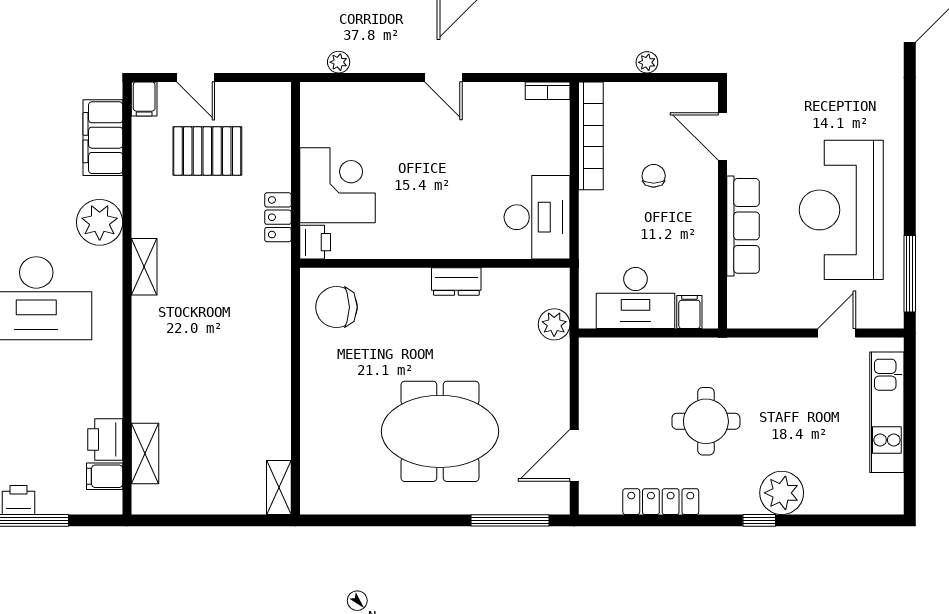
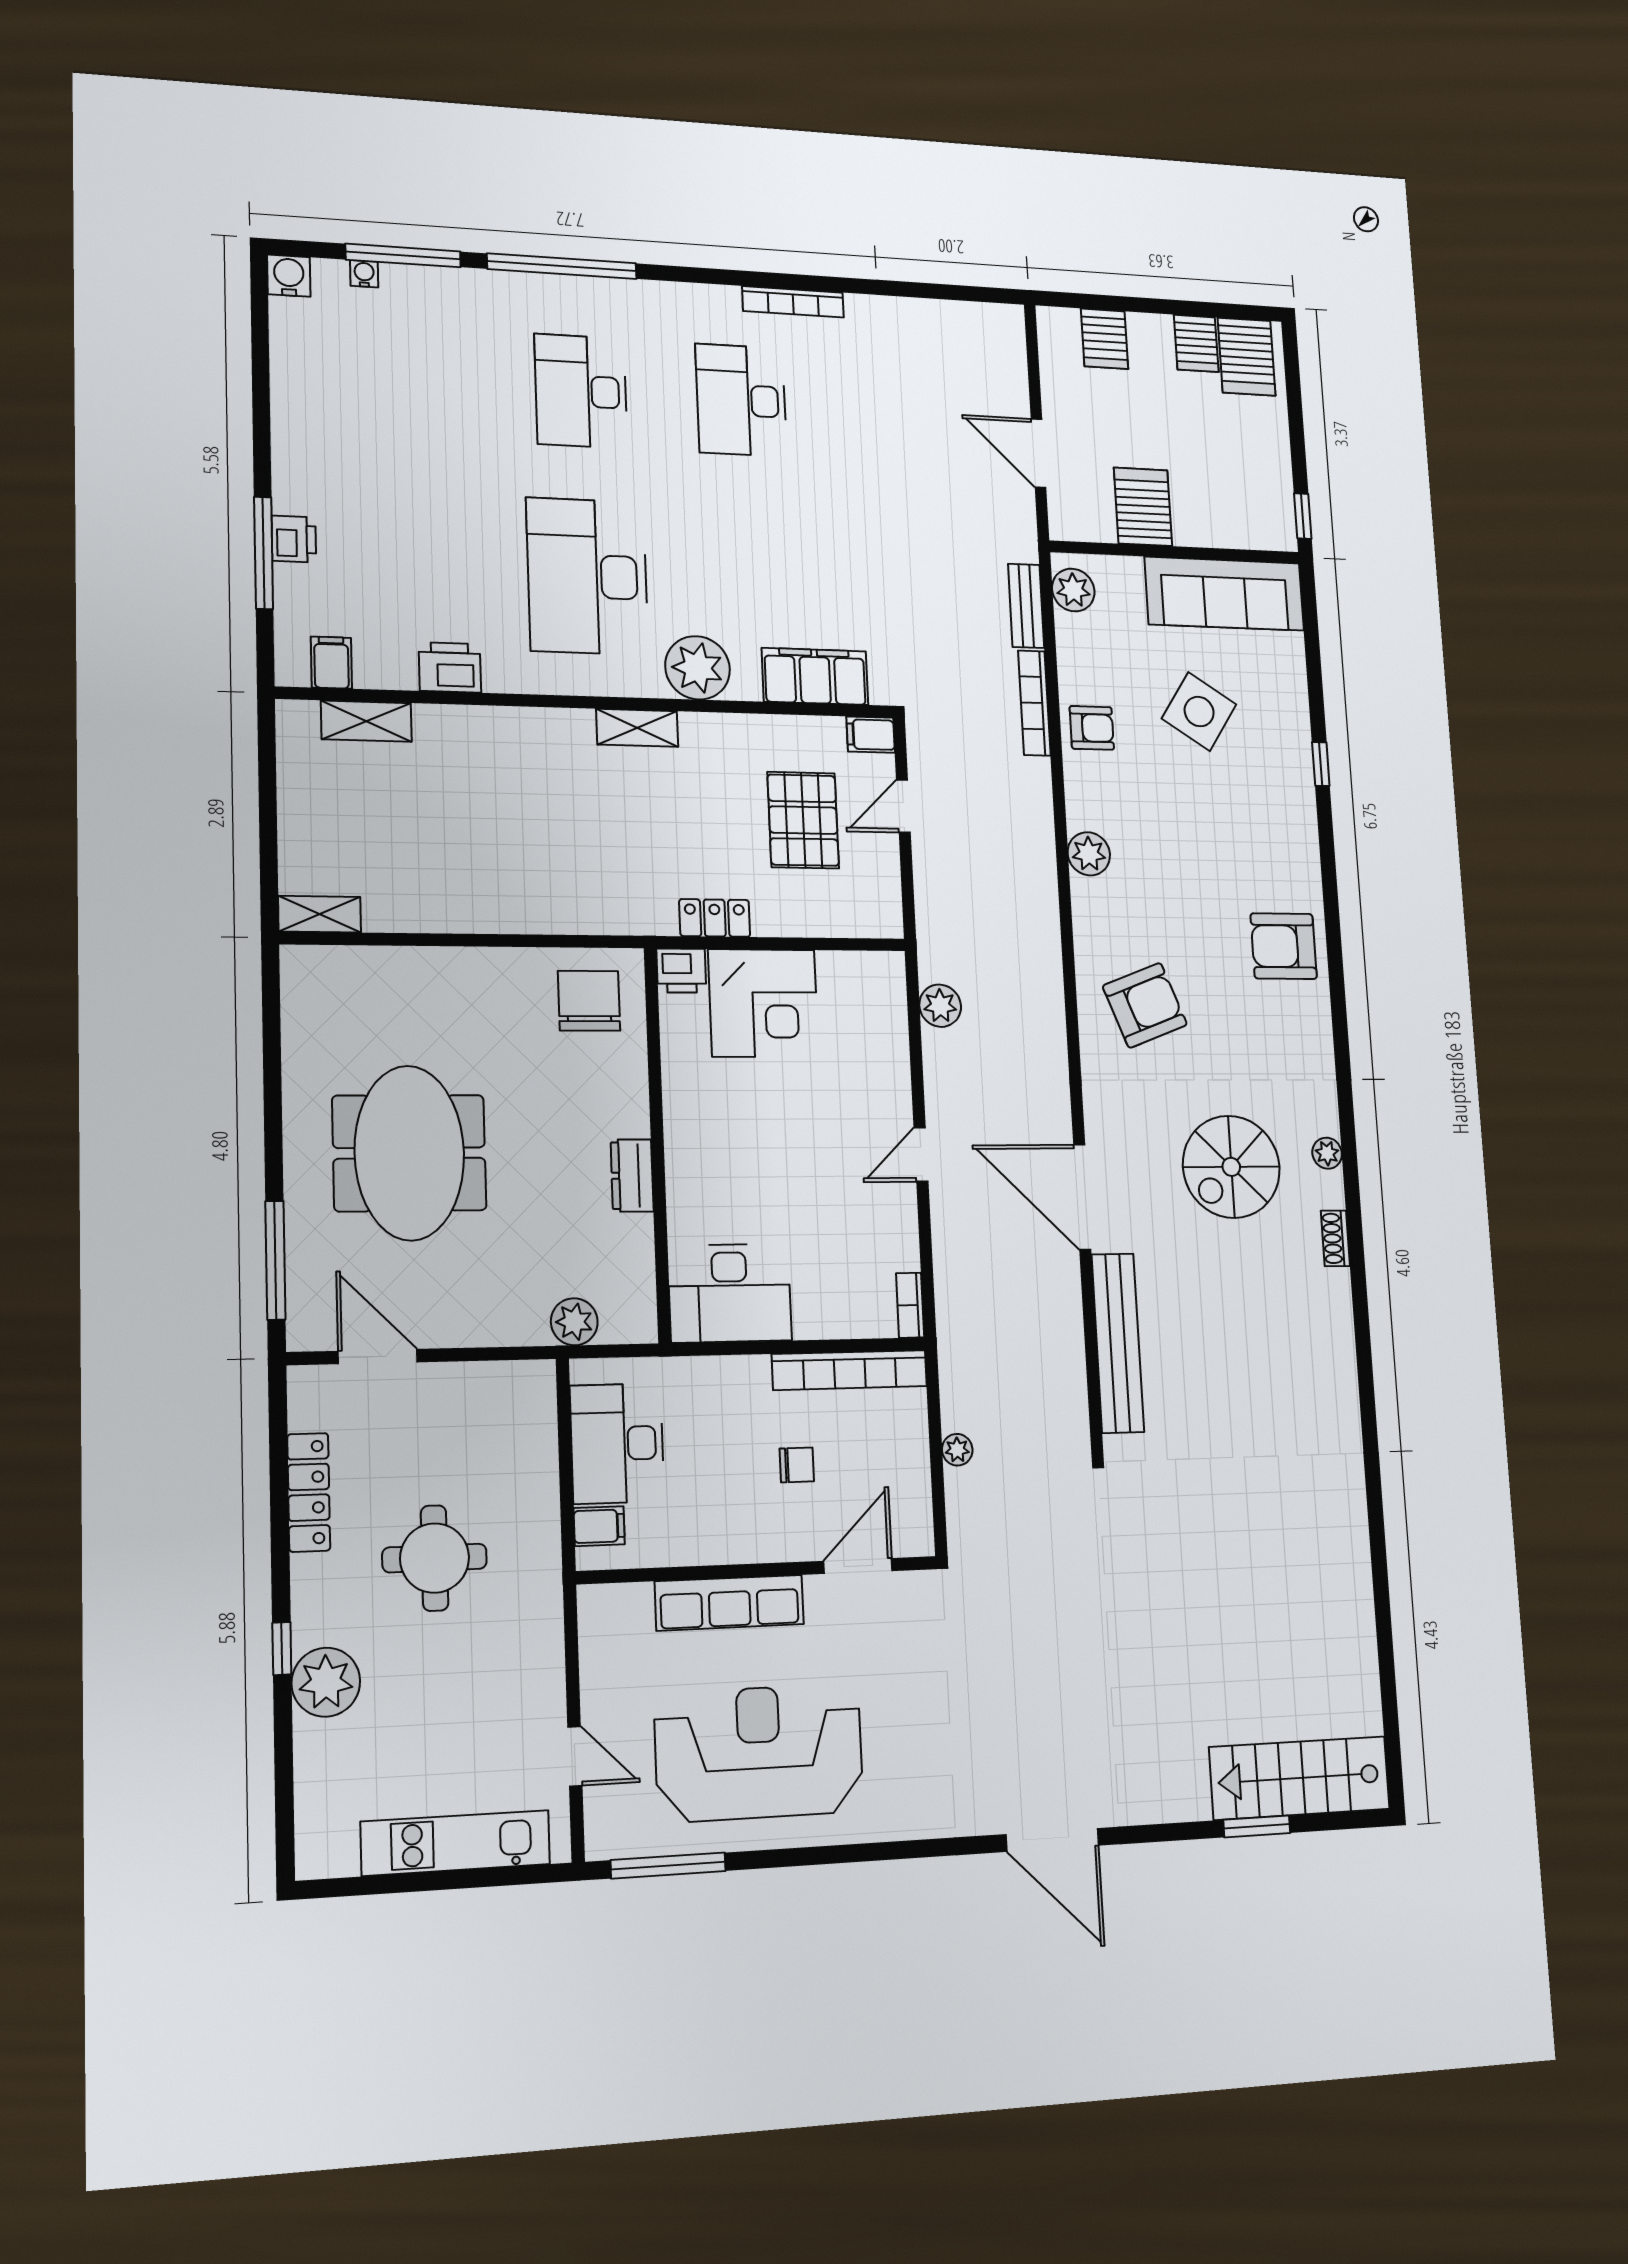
plant: (339, 62) -> (940, 1006), width x1.38, depth x1.38
printer: (105, 439) -> (450, 667), moved

